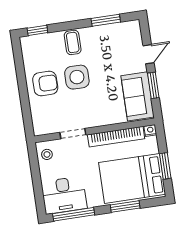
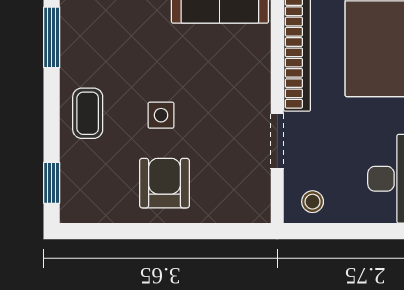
coffee table: (73, 42) -> (88, 113), turned 90
side table: (77, 77) -> (161, 115), width x0.54, depth x0.54

